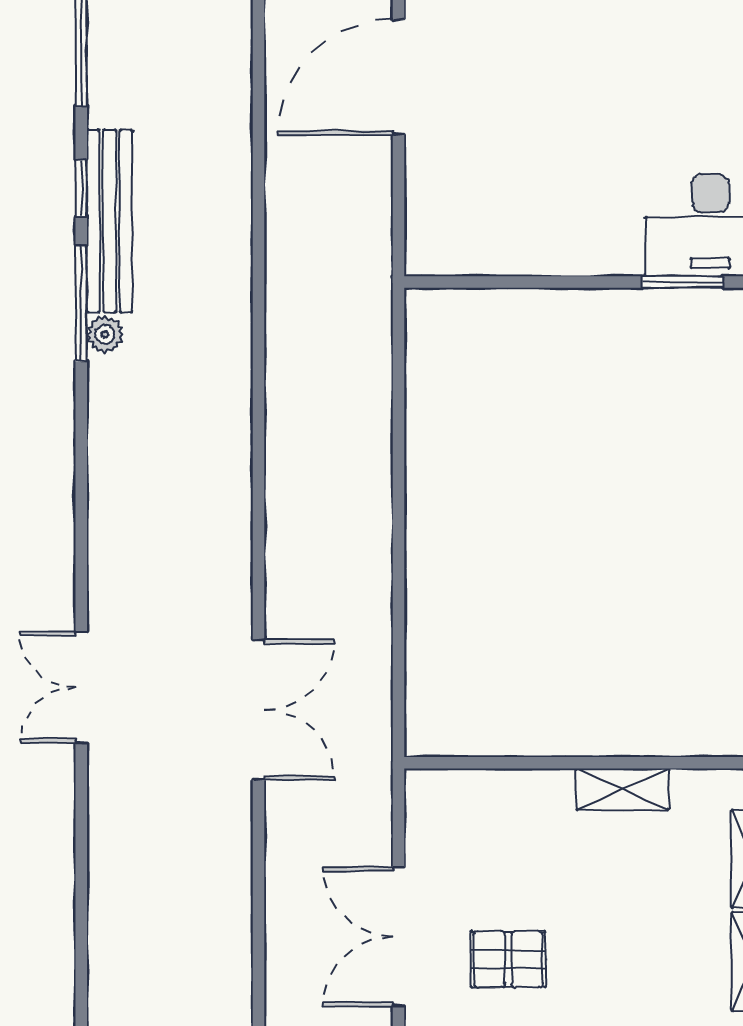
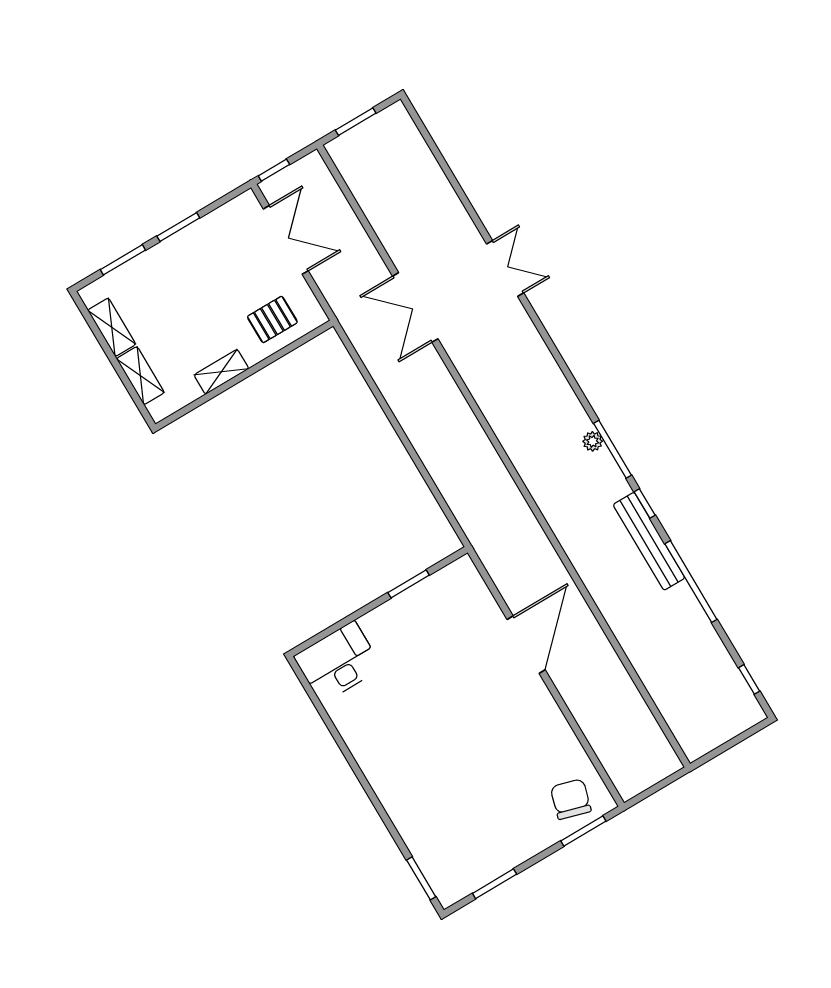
bench: (110, 221) -> (649, 541), moved
window: (683, 282) -> (409, 584), moved
pallet: (508, 959) -> (272, 319), moved

